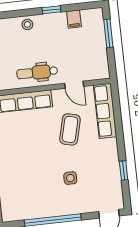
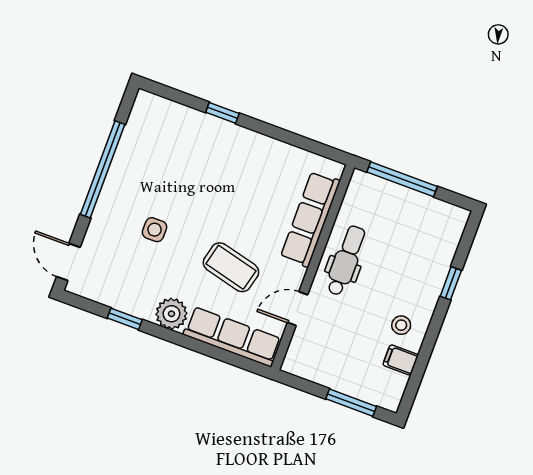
window: (51, 10) -> (451, 283), moved
stool: (27, 24) -> (401, 325), moved
plant: (109, 148) -> (171, 314), added

